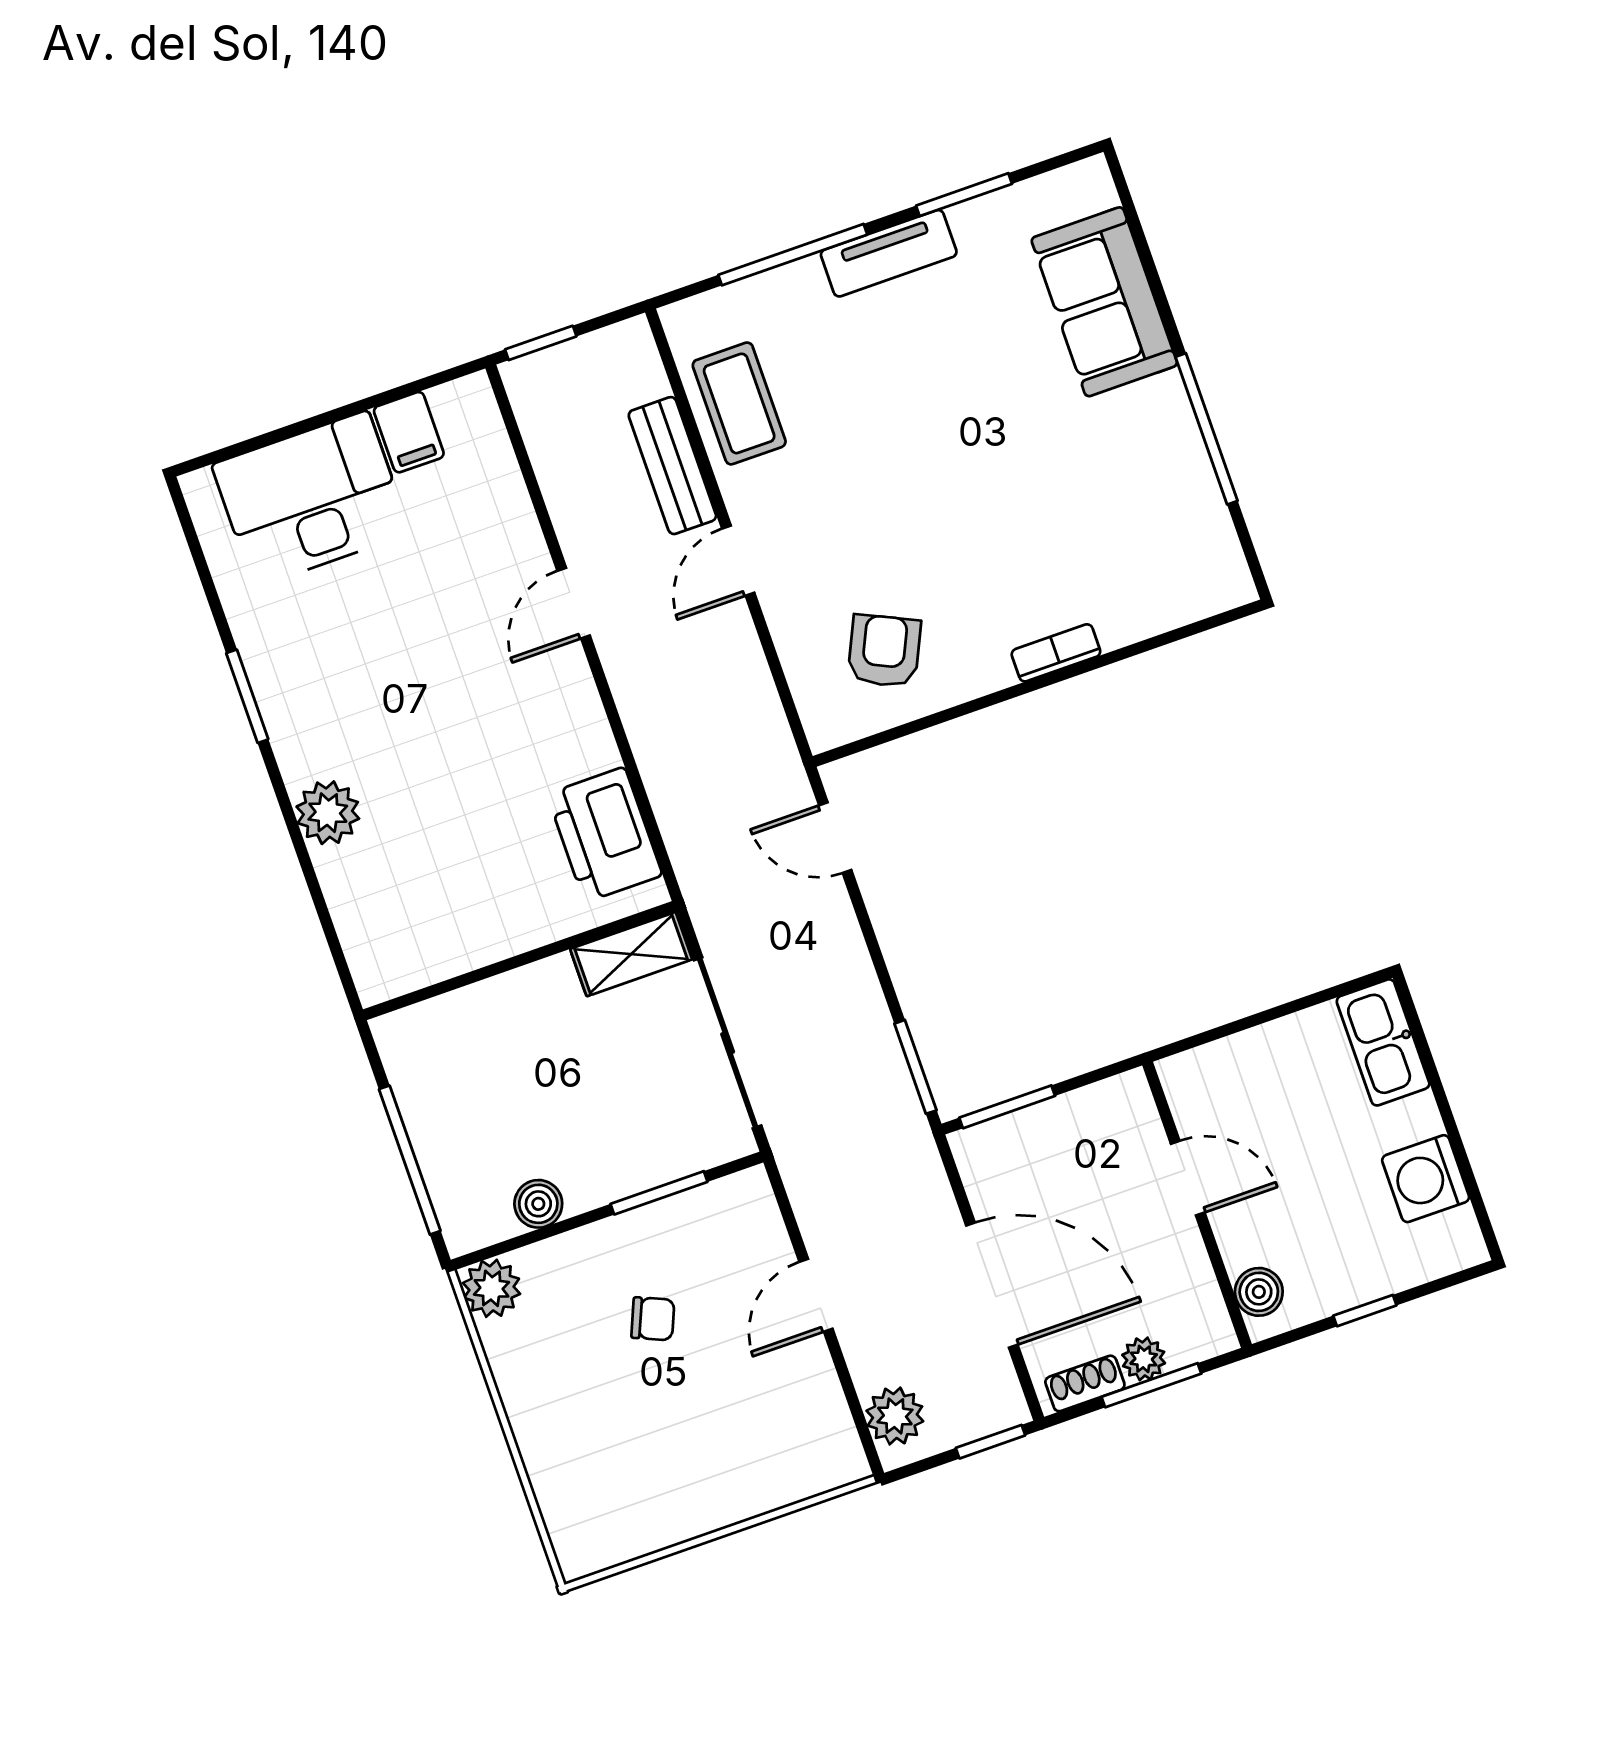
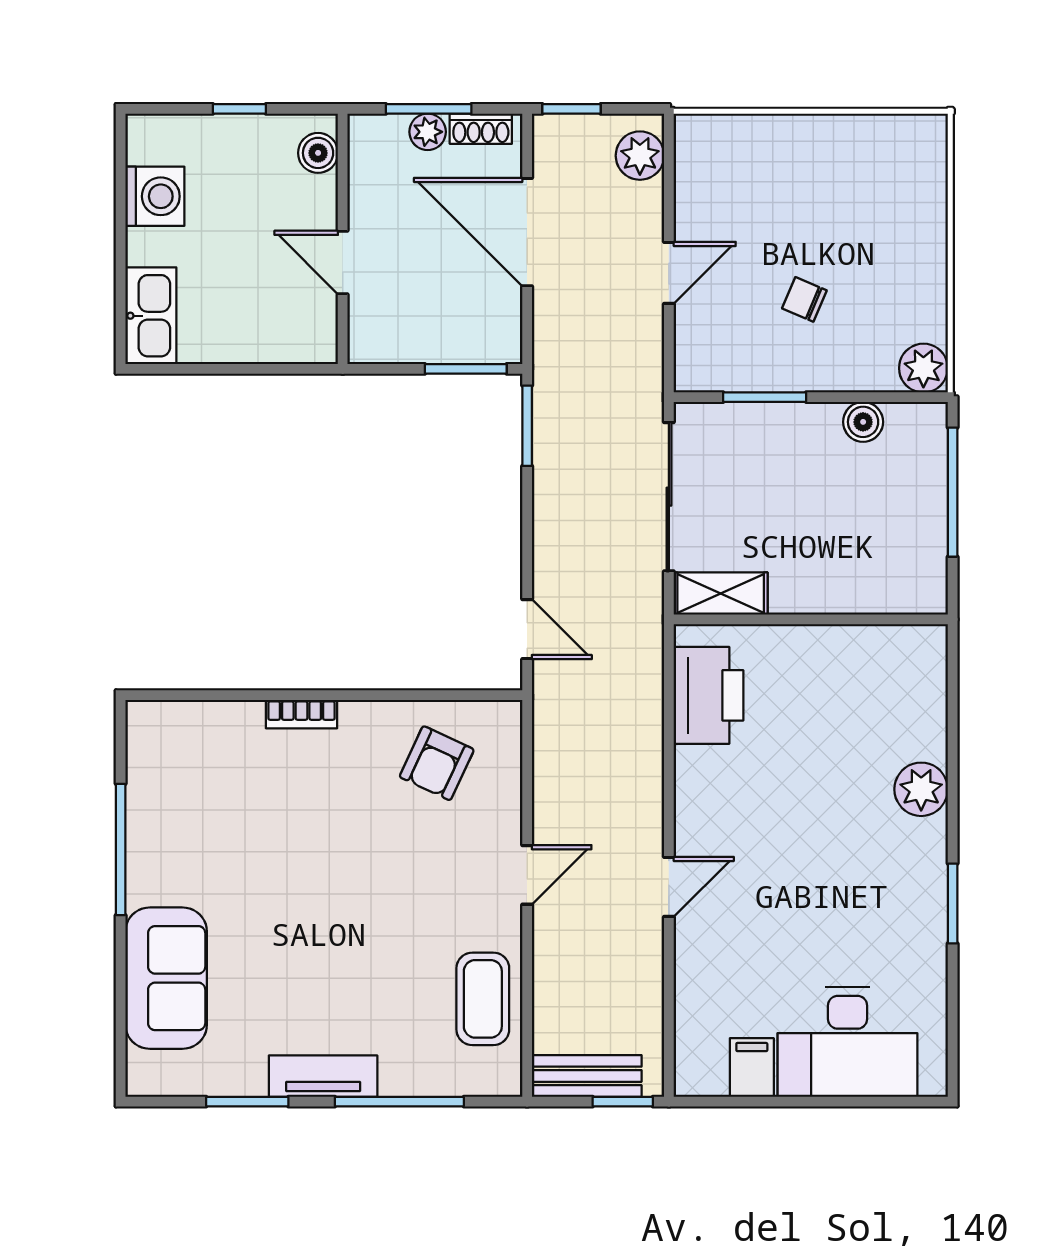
bench: (672, 466) -> (587, 1076), moved, turned 90

